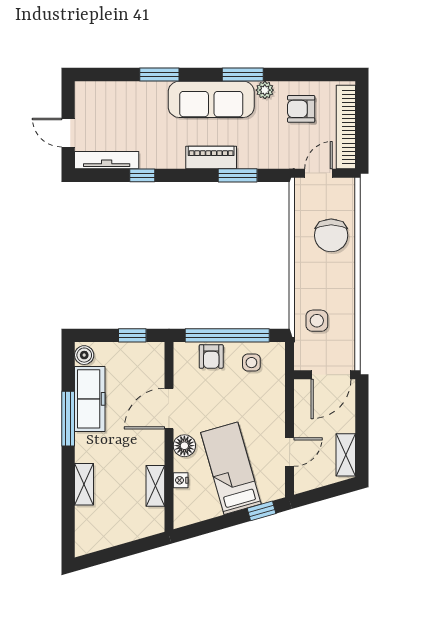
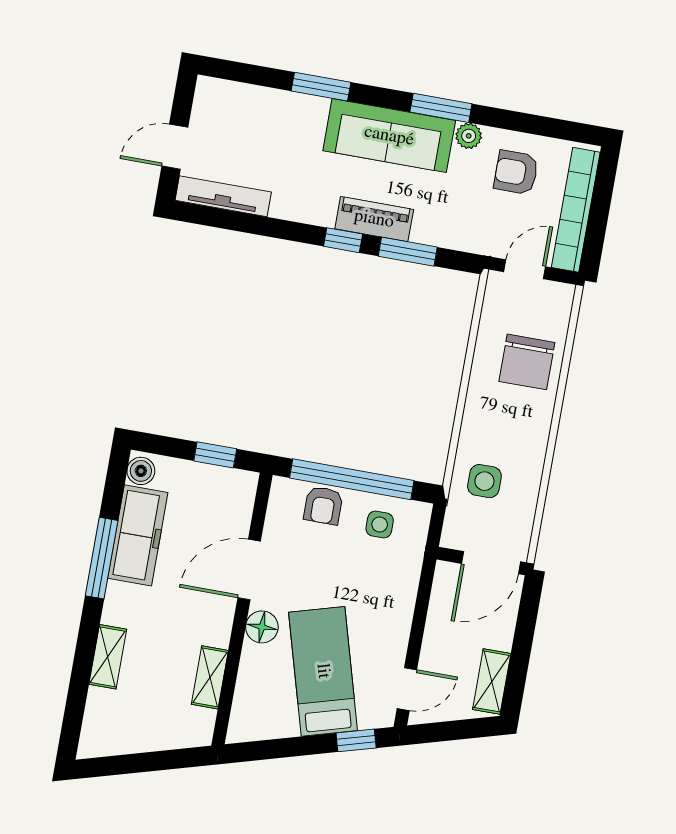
door: (68, 133) -> (175, 147), hinge flipped
window: (142, 175) -> (343, 240), moved
door: (290, 452) -> (407, 689), moved
nightstand: (181, 480) -> (248, 676), removed

